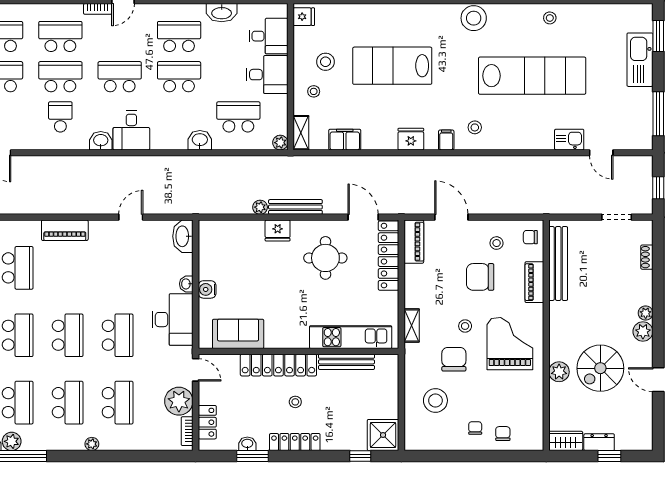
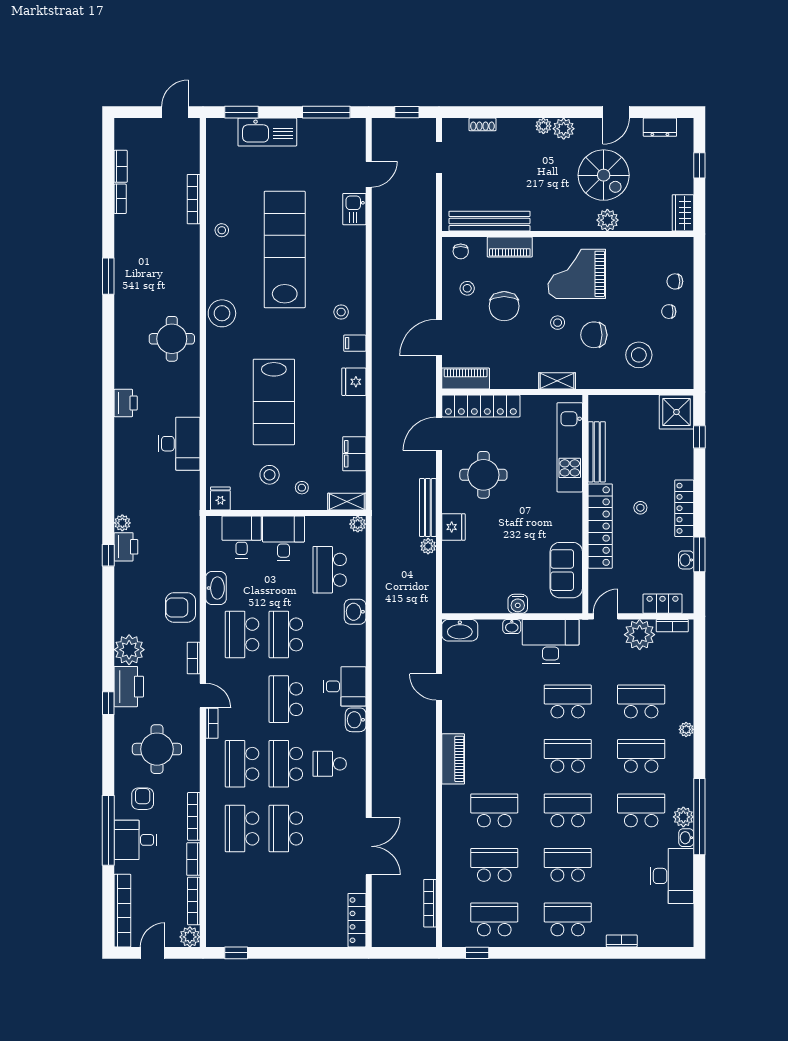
dresser: (599, 442) -> (660, 127), moved, turned -90

